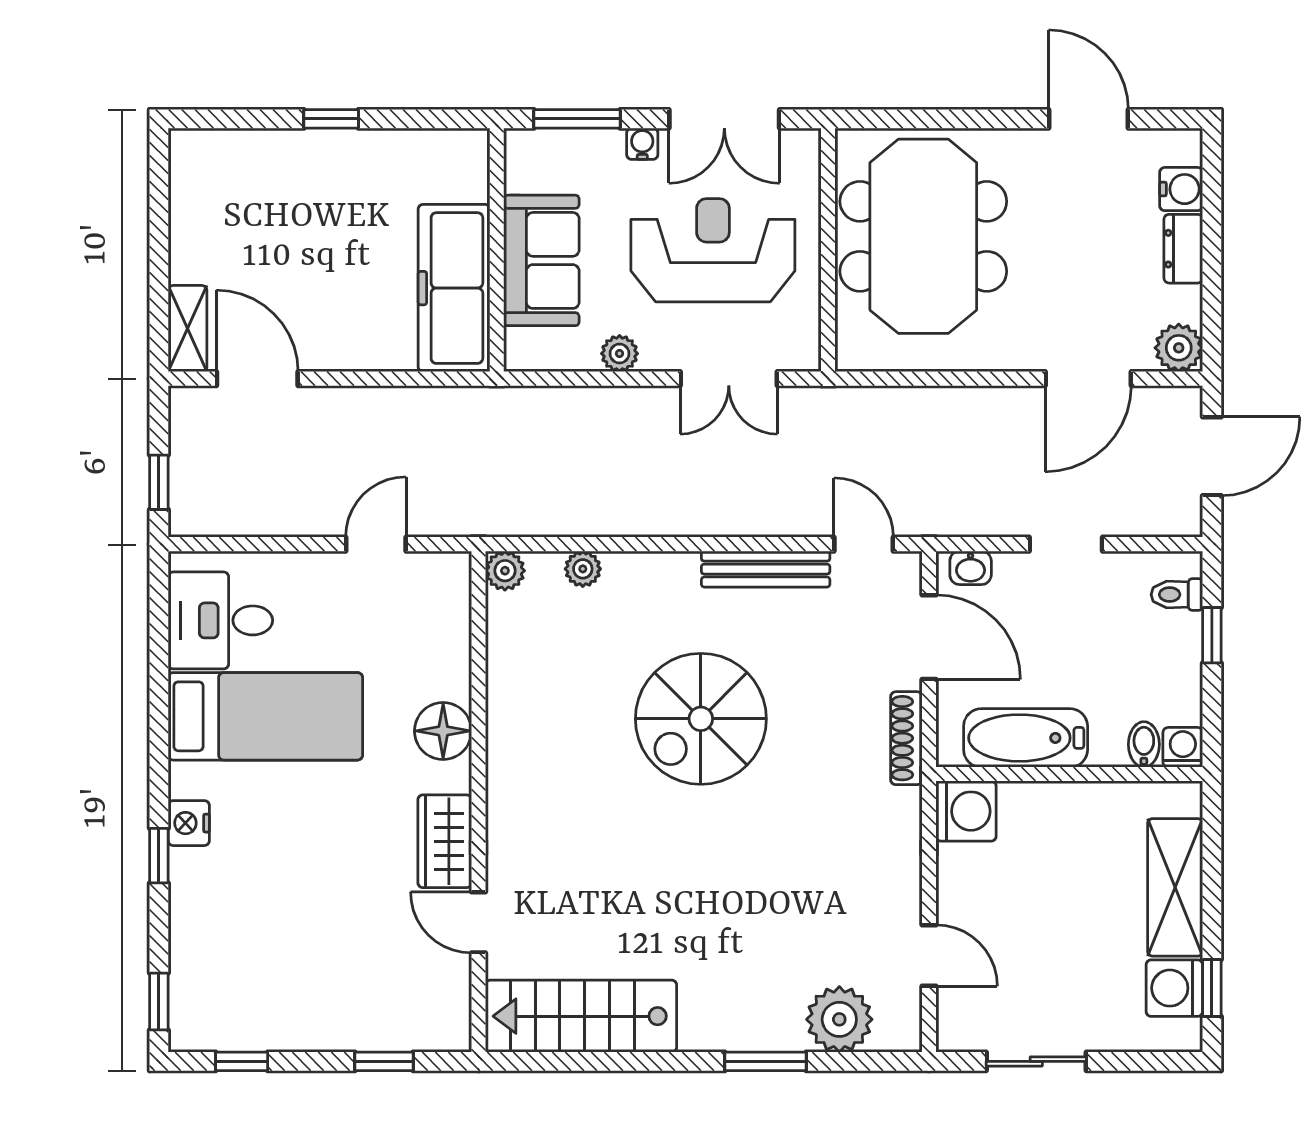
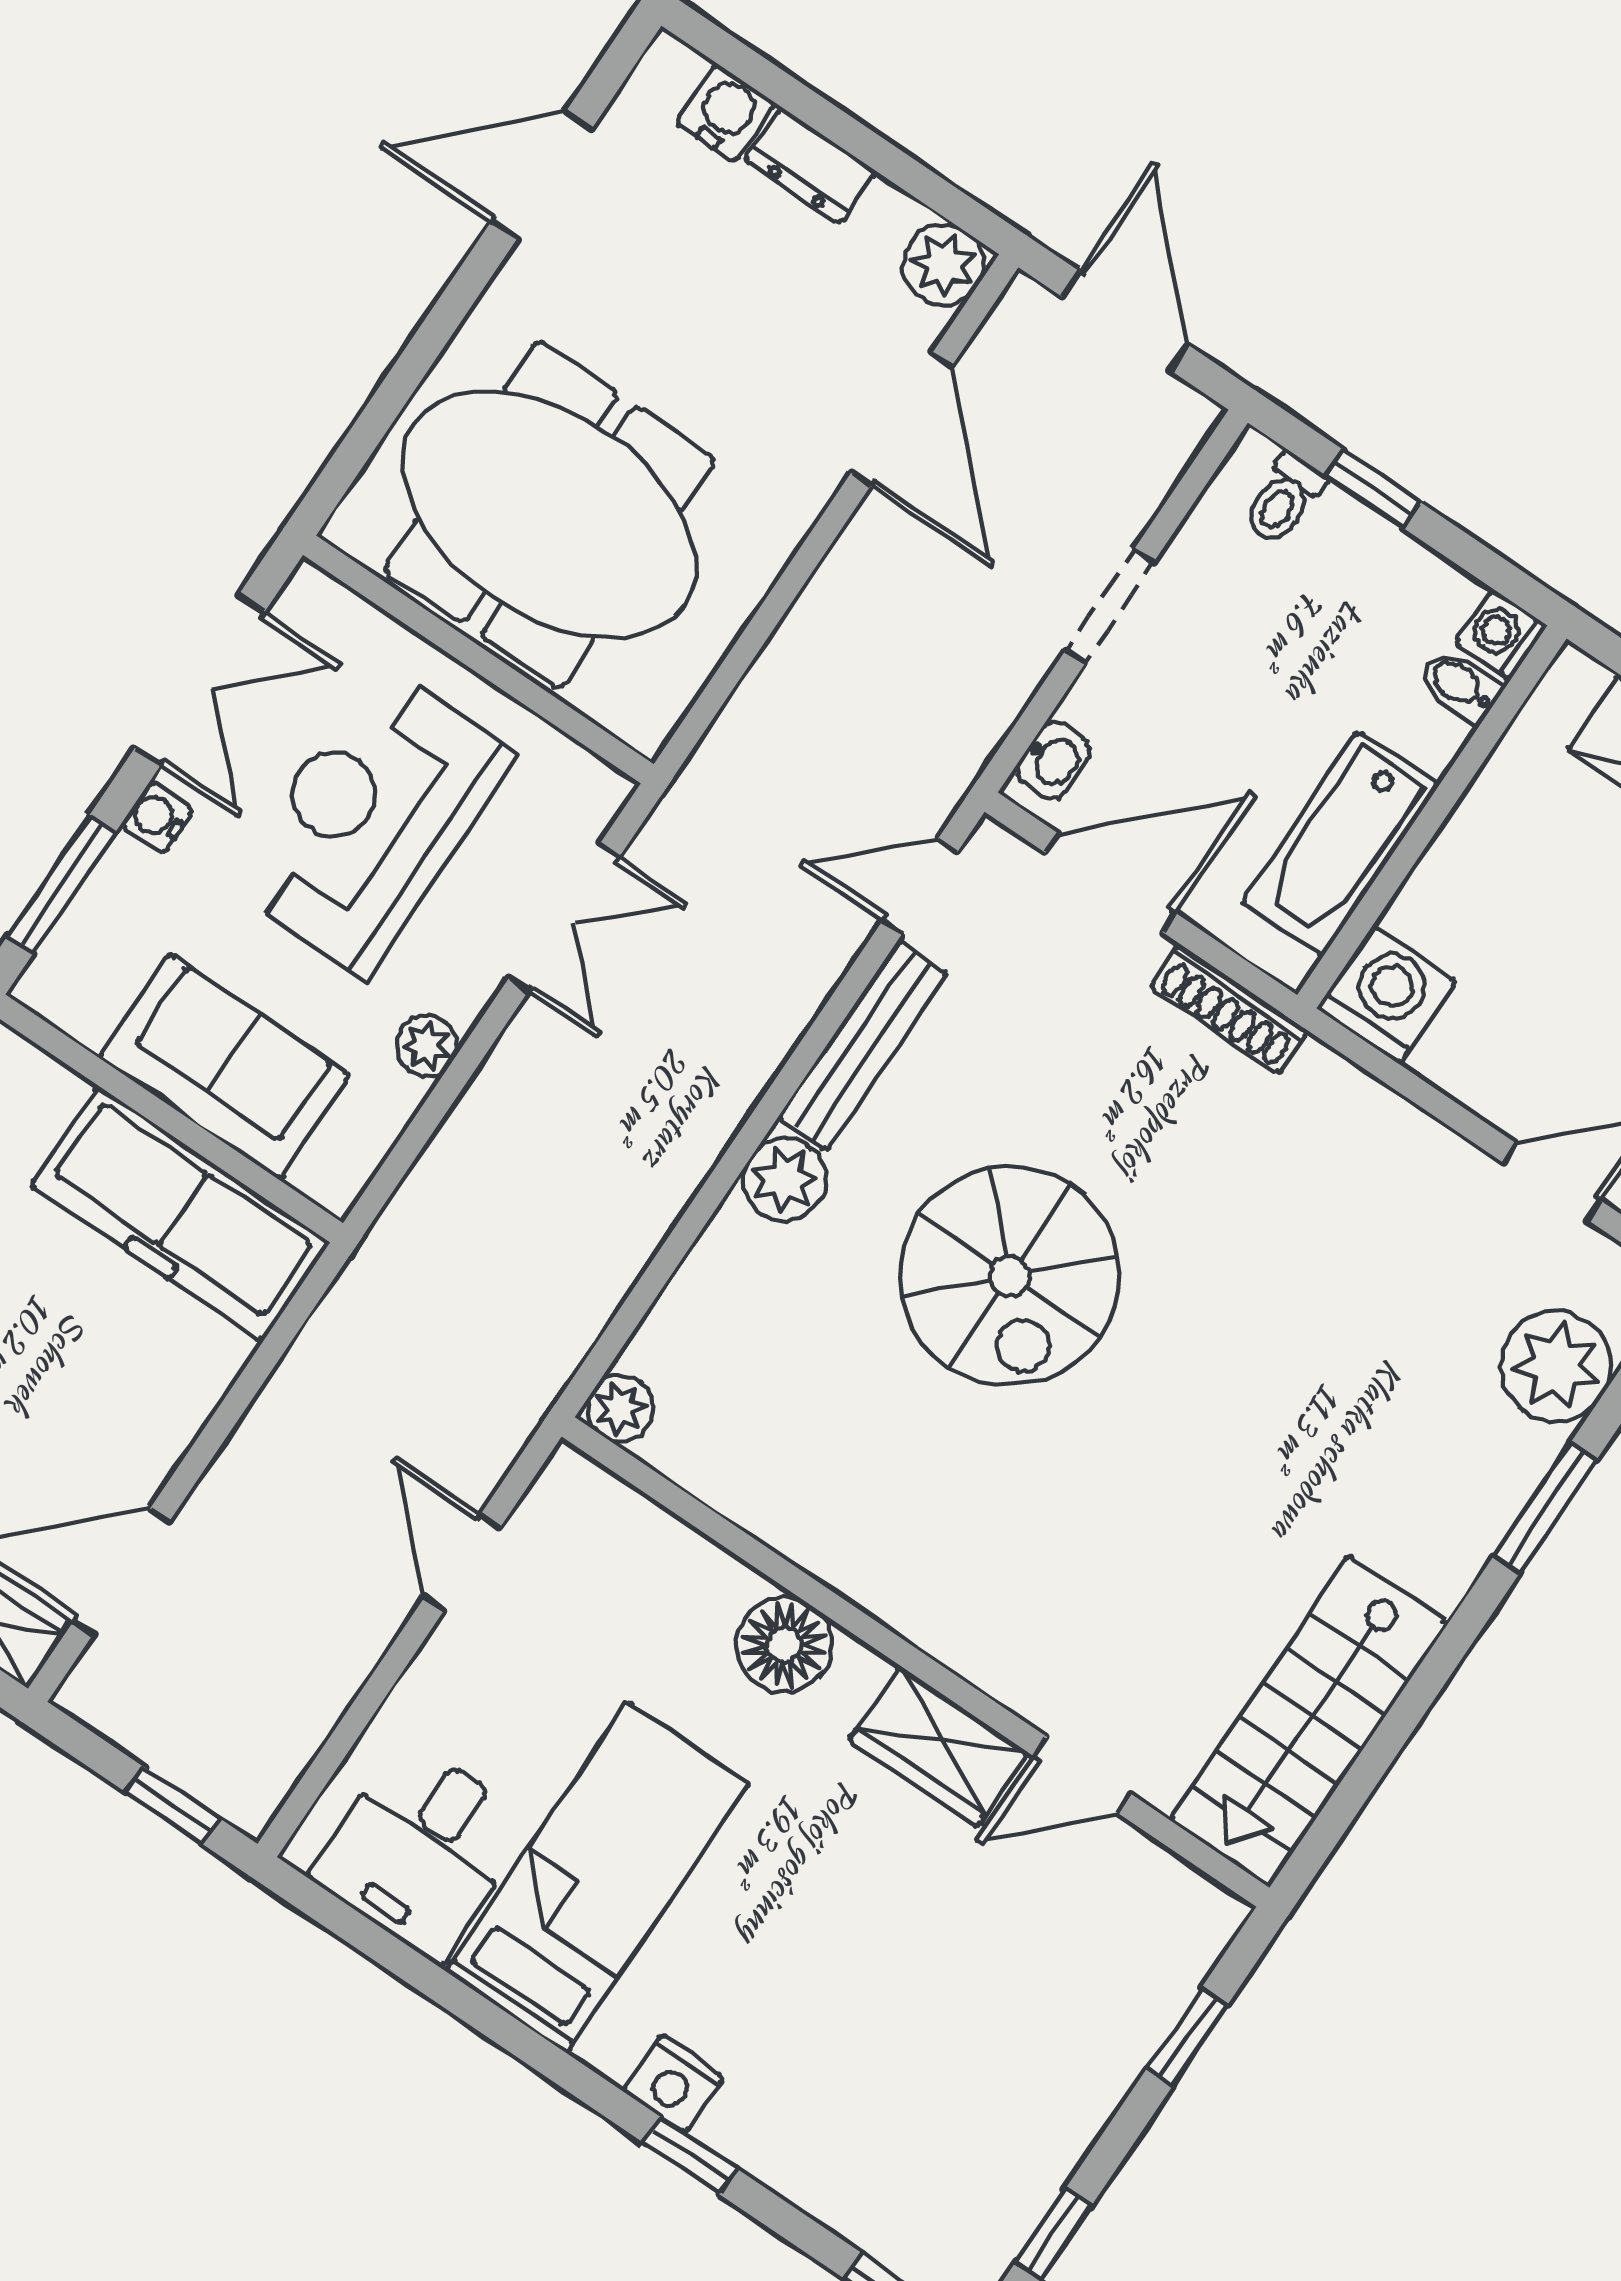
plant: (583, 569) -> (785, 1180), moved, width x1.38, depth x1.38

